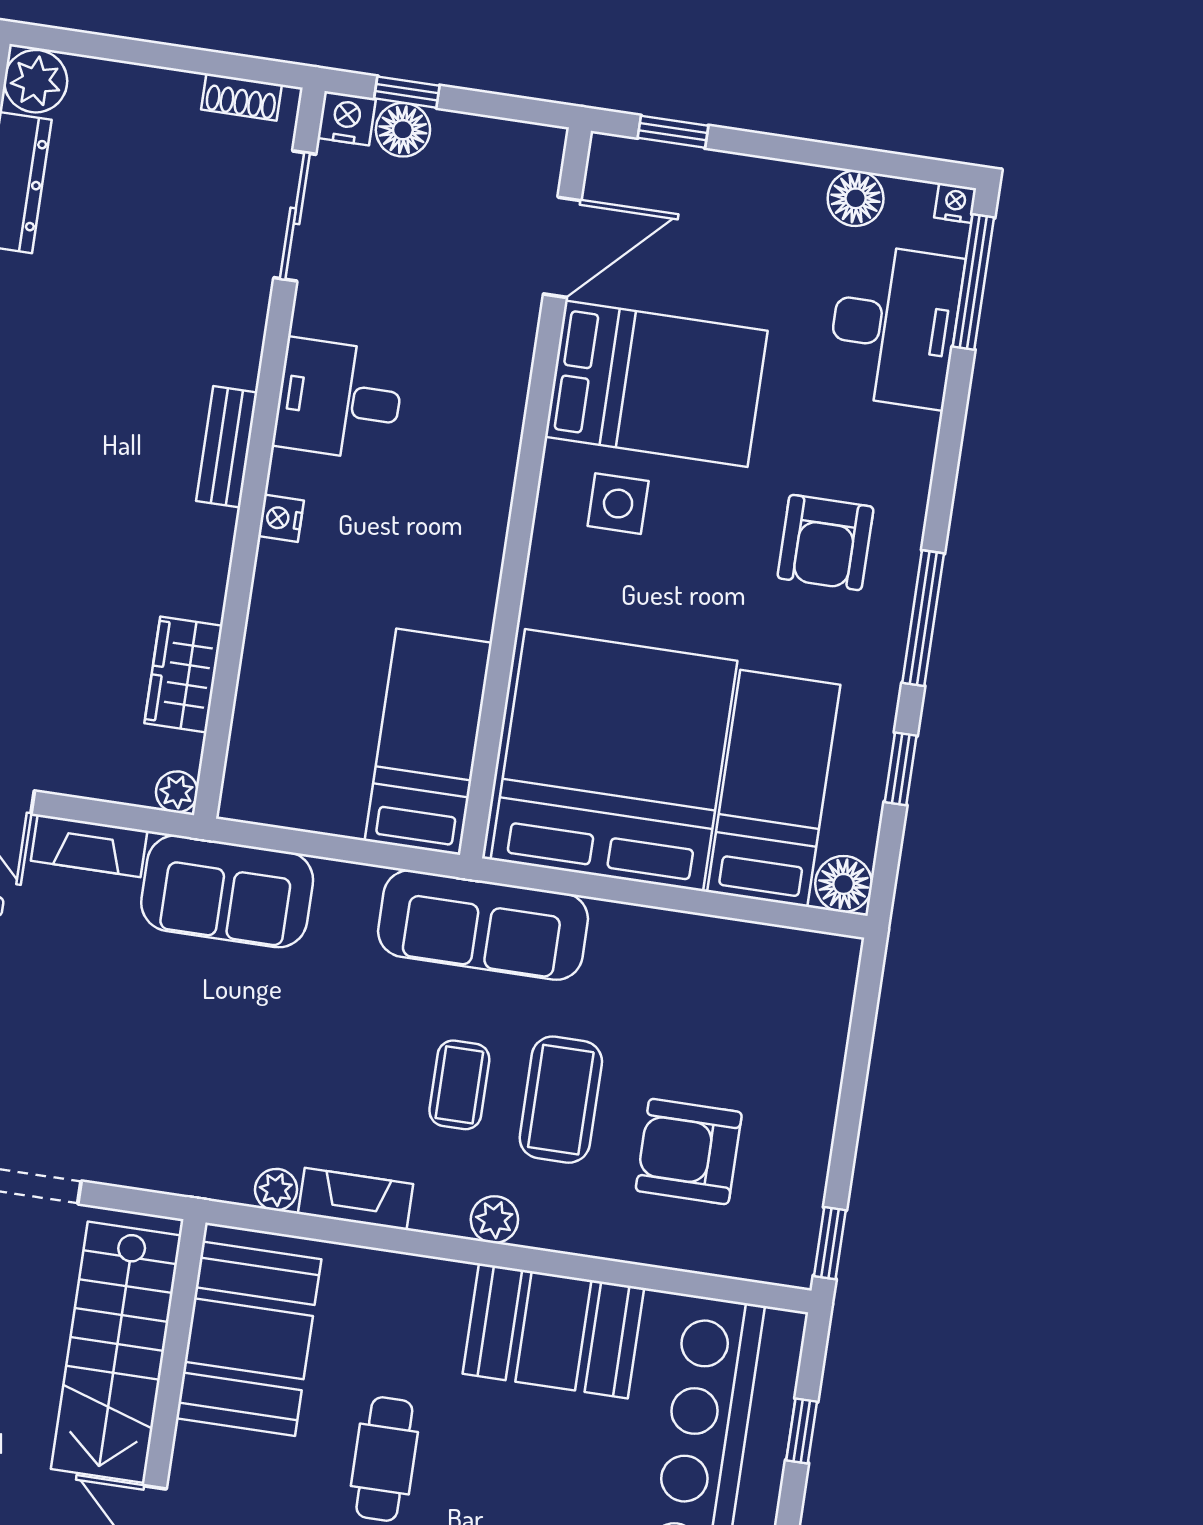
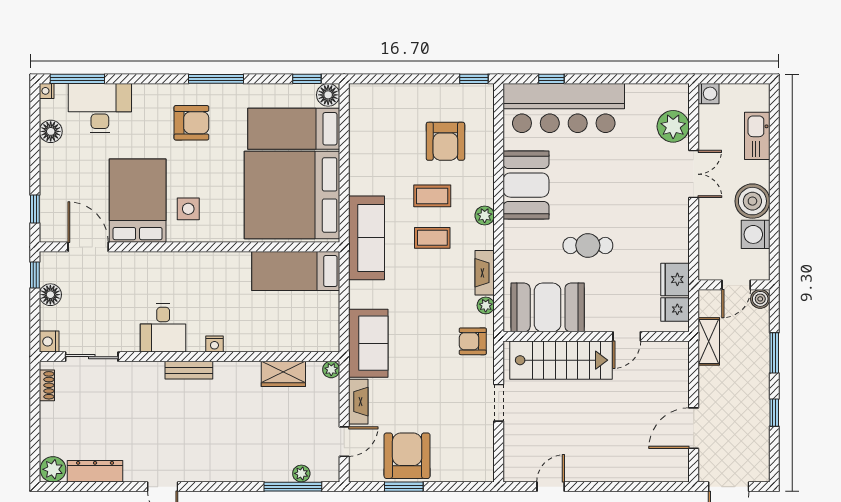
window: (407, 92) -> (35, 275), moved
floor lamp: (403, 130) -> (50, 295), moved
window: (901, 769) -> (307, 79), moved
coffee table: (561, 1100) -> (432, 196), width x0.73, depth x0.77
armchair: (194, 1145) -> (473, 341), added

